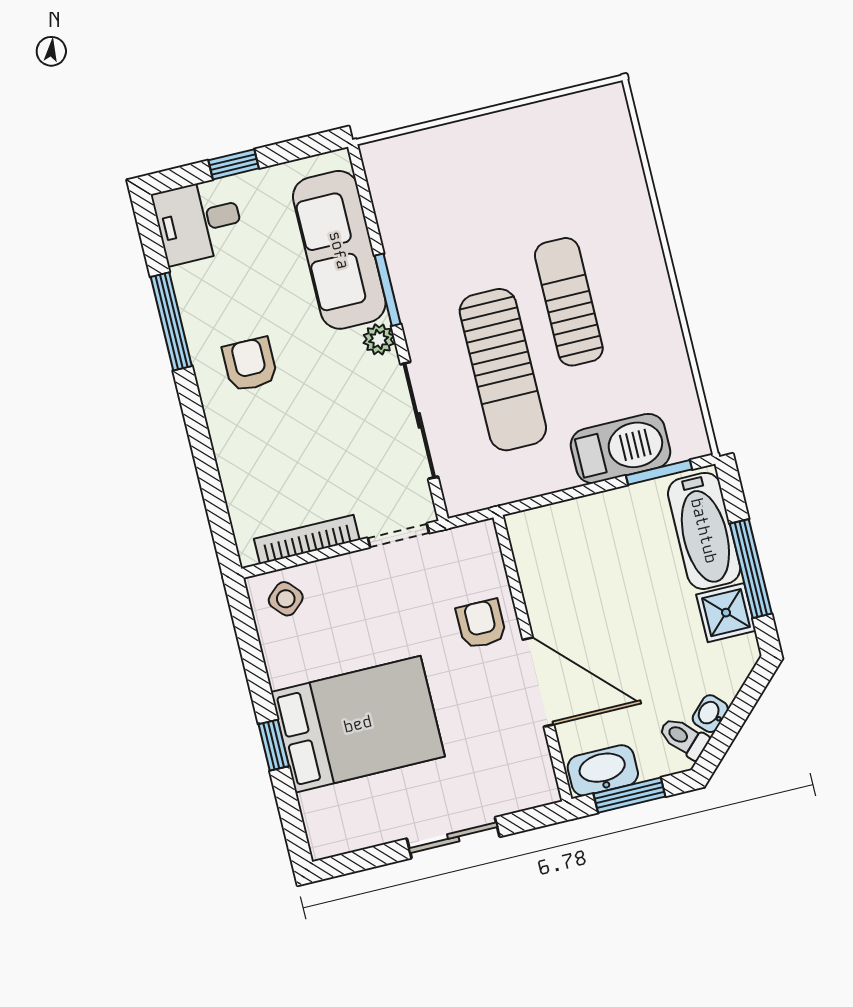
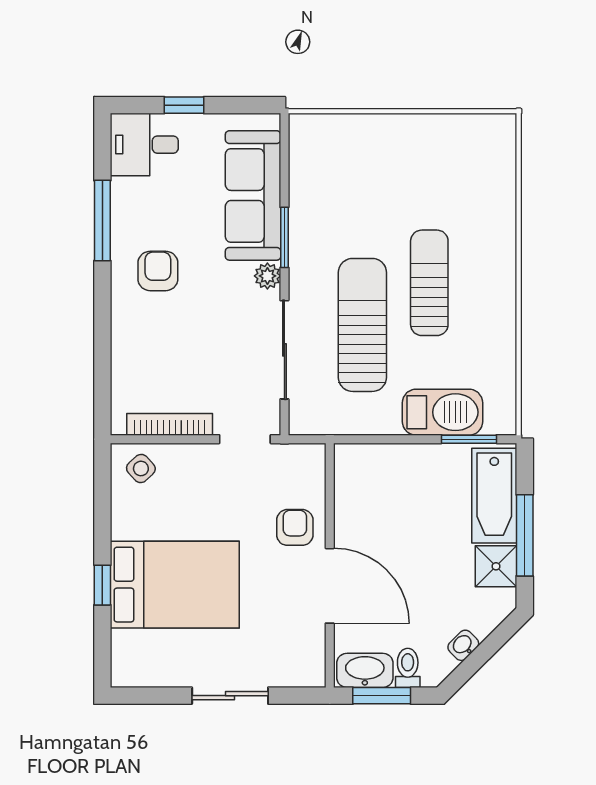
sun lounger: (503, 370) -> (362, 325), turned 180
toilet: (684, 738) -> (408, 668), moved, turned 45

